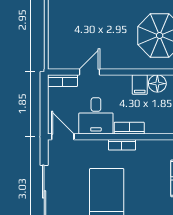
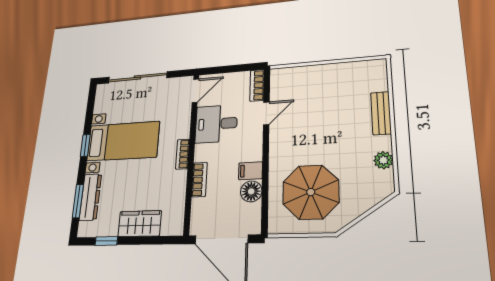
door: (89, 72) -> (266, 113), hinge flipped
bookcase: (129, 128) -> (199, 180), moved

